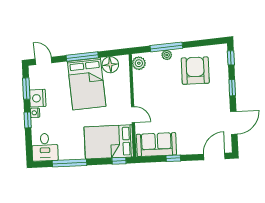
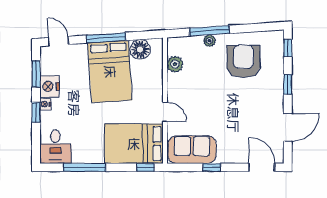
plant: (139, 63) -> (175, 64), moved
door: (214, 156) -> (262, 167), hinge flipped

